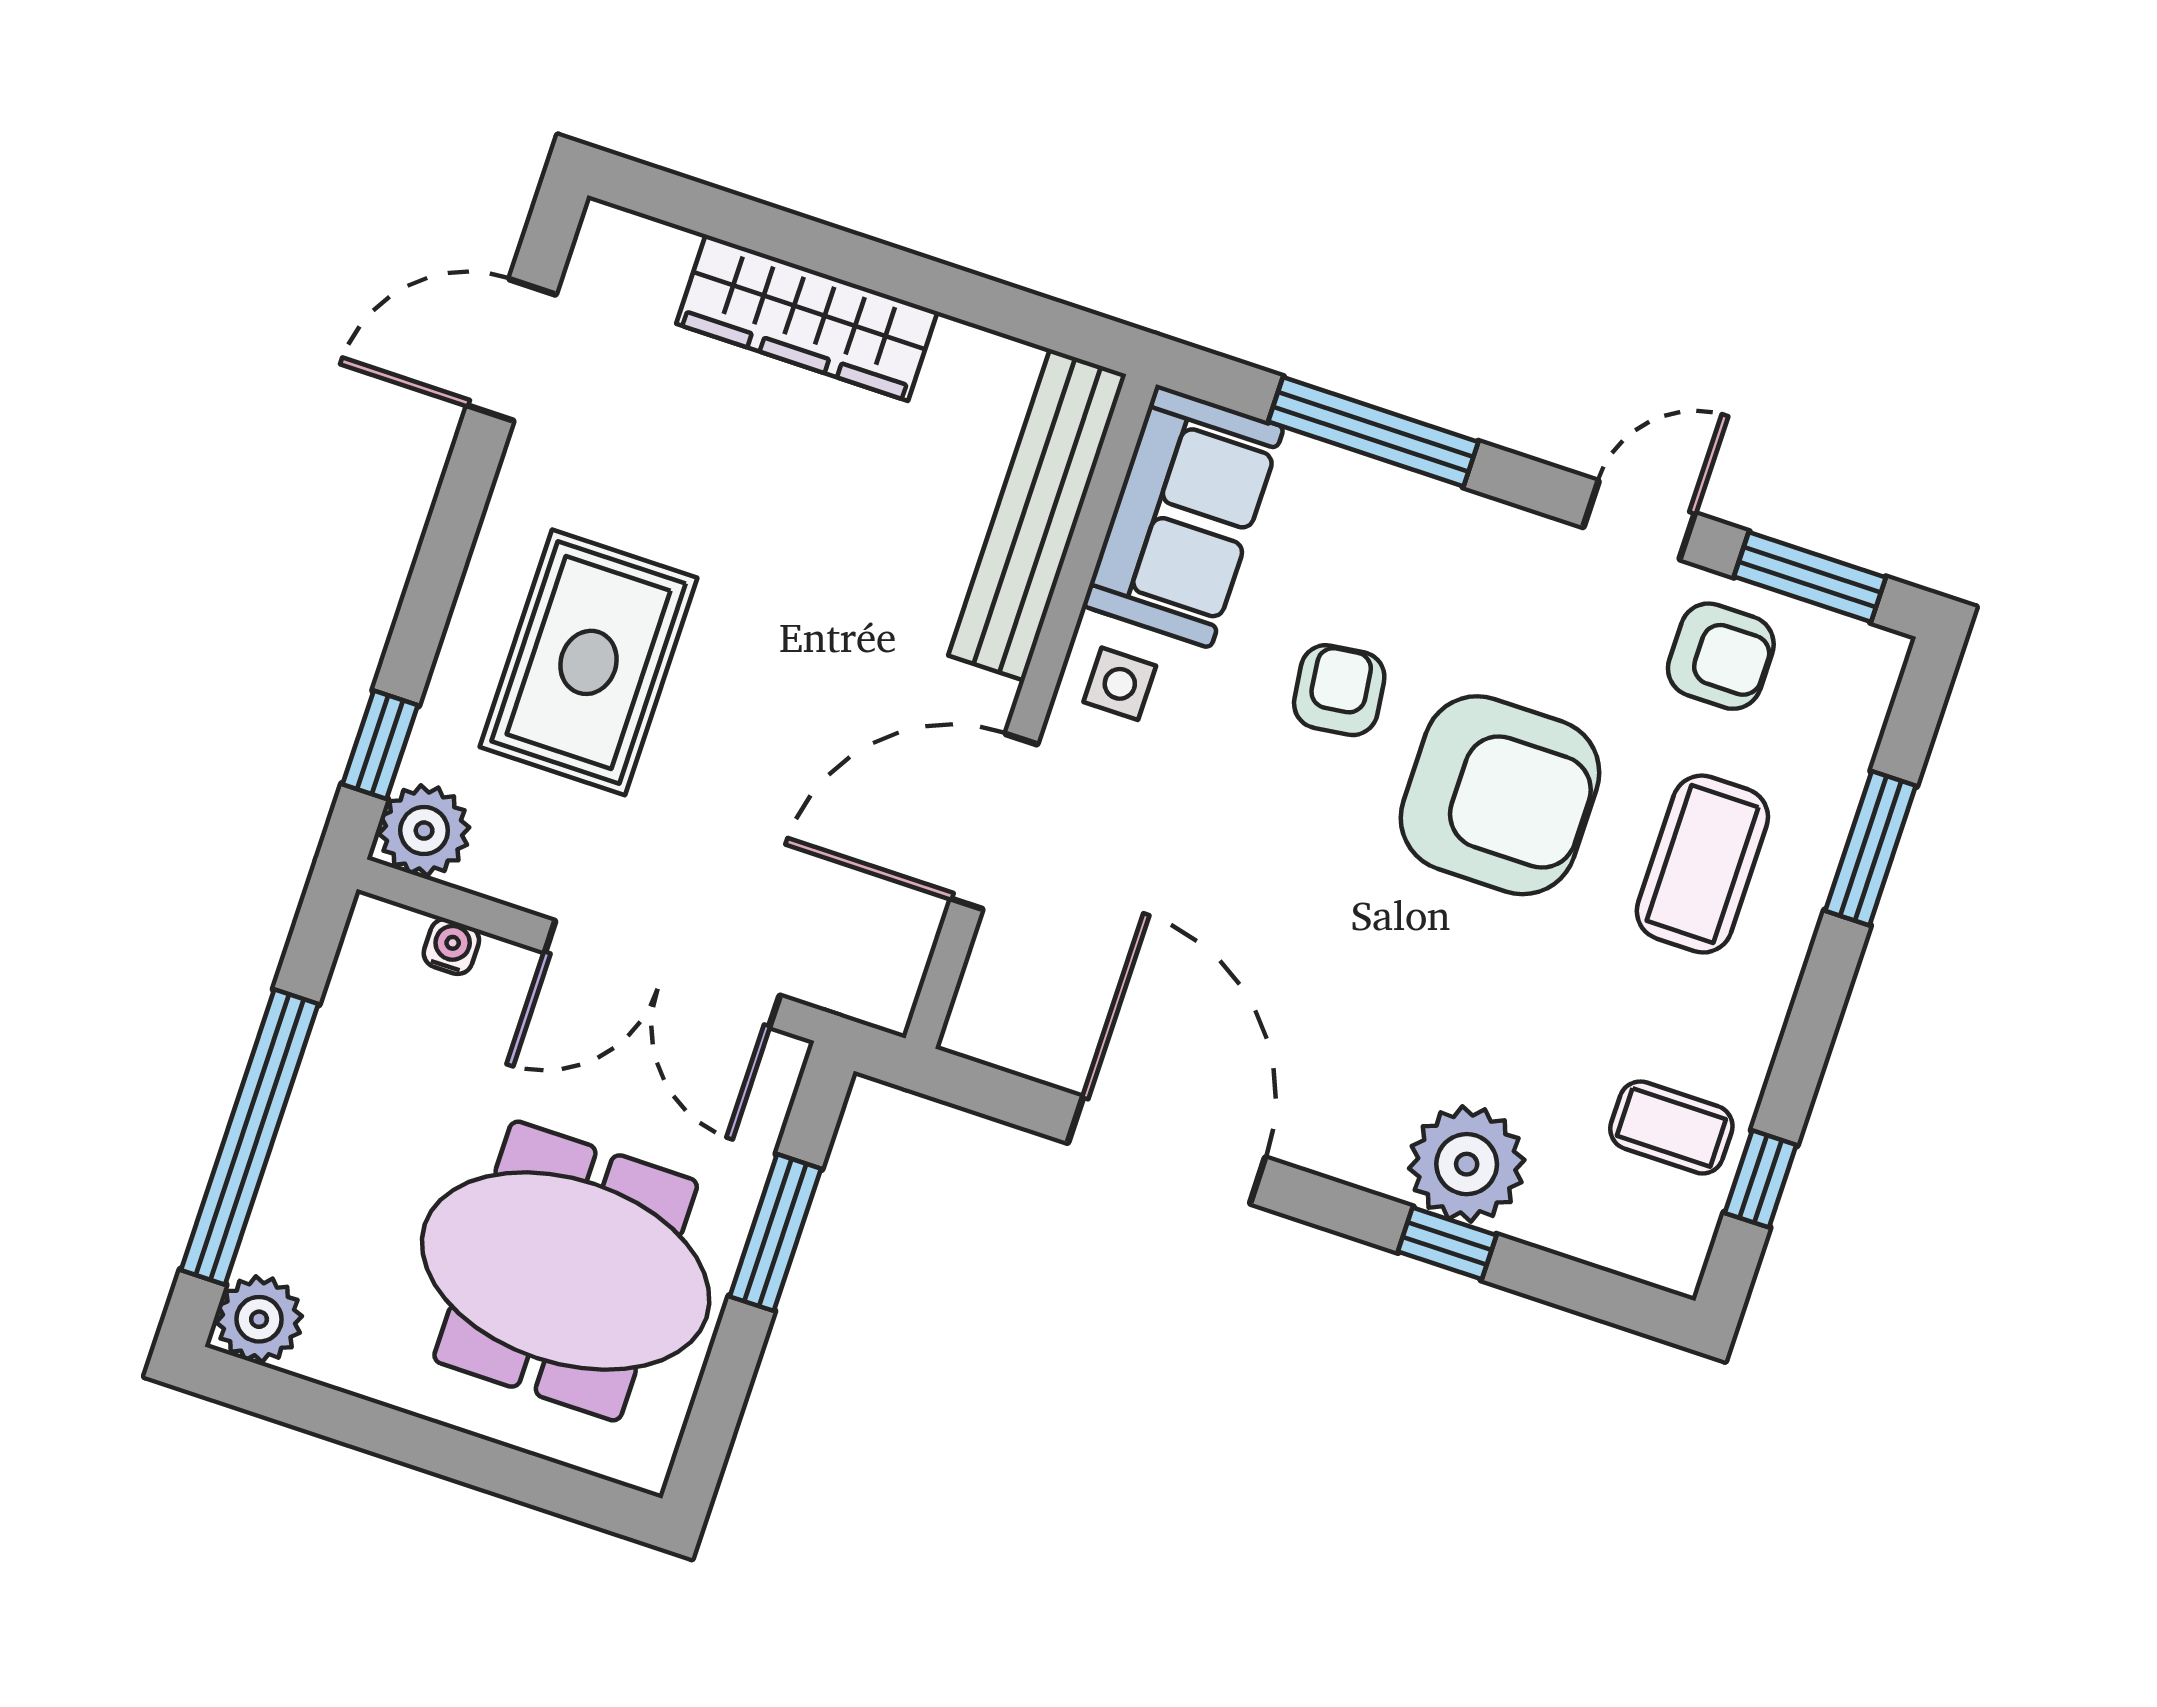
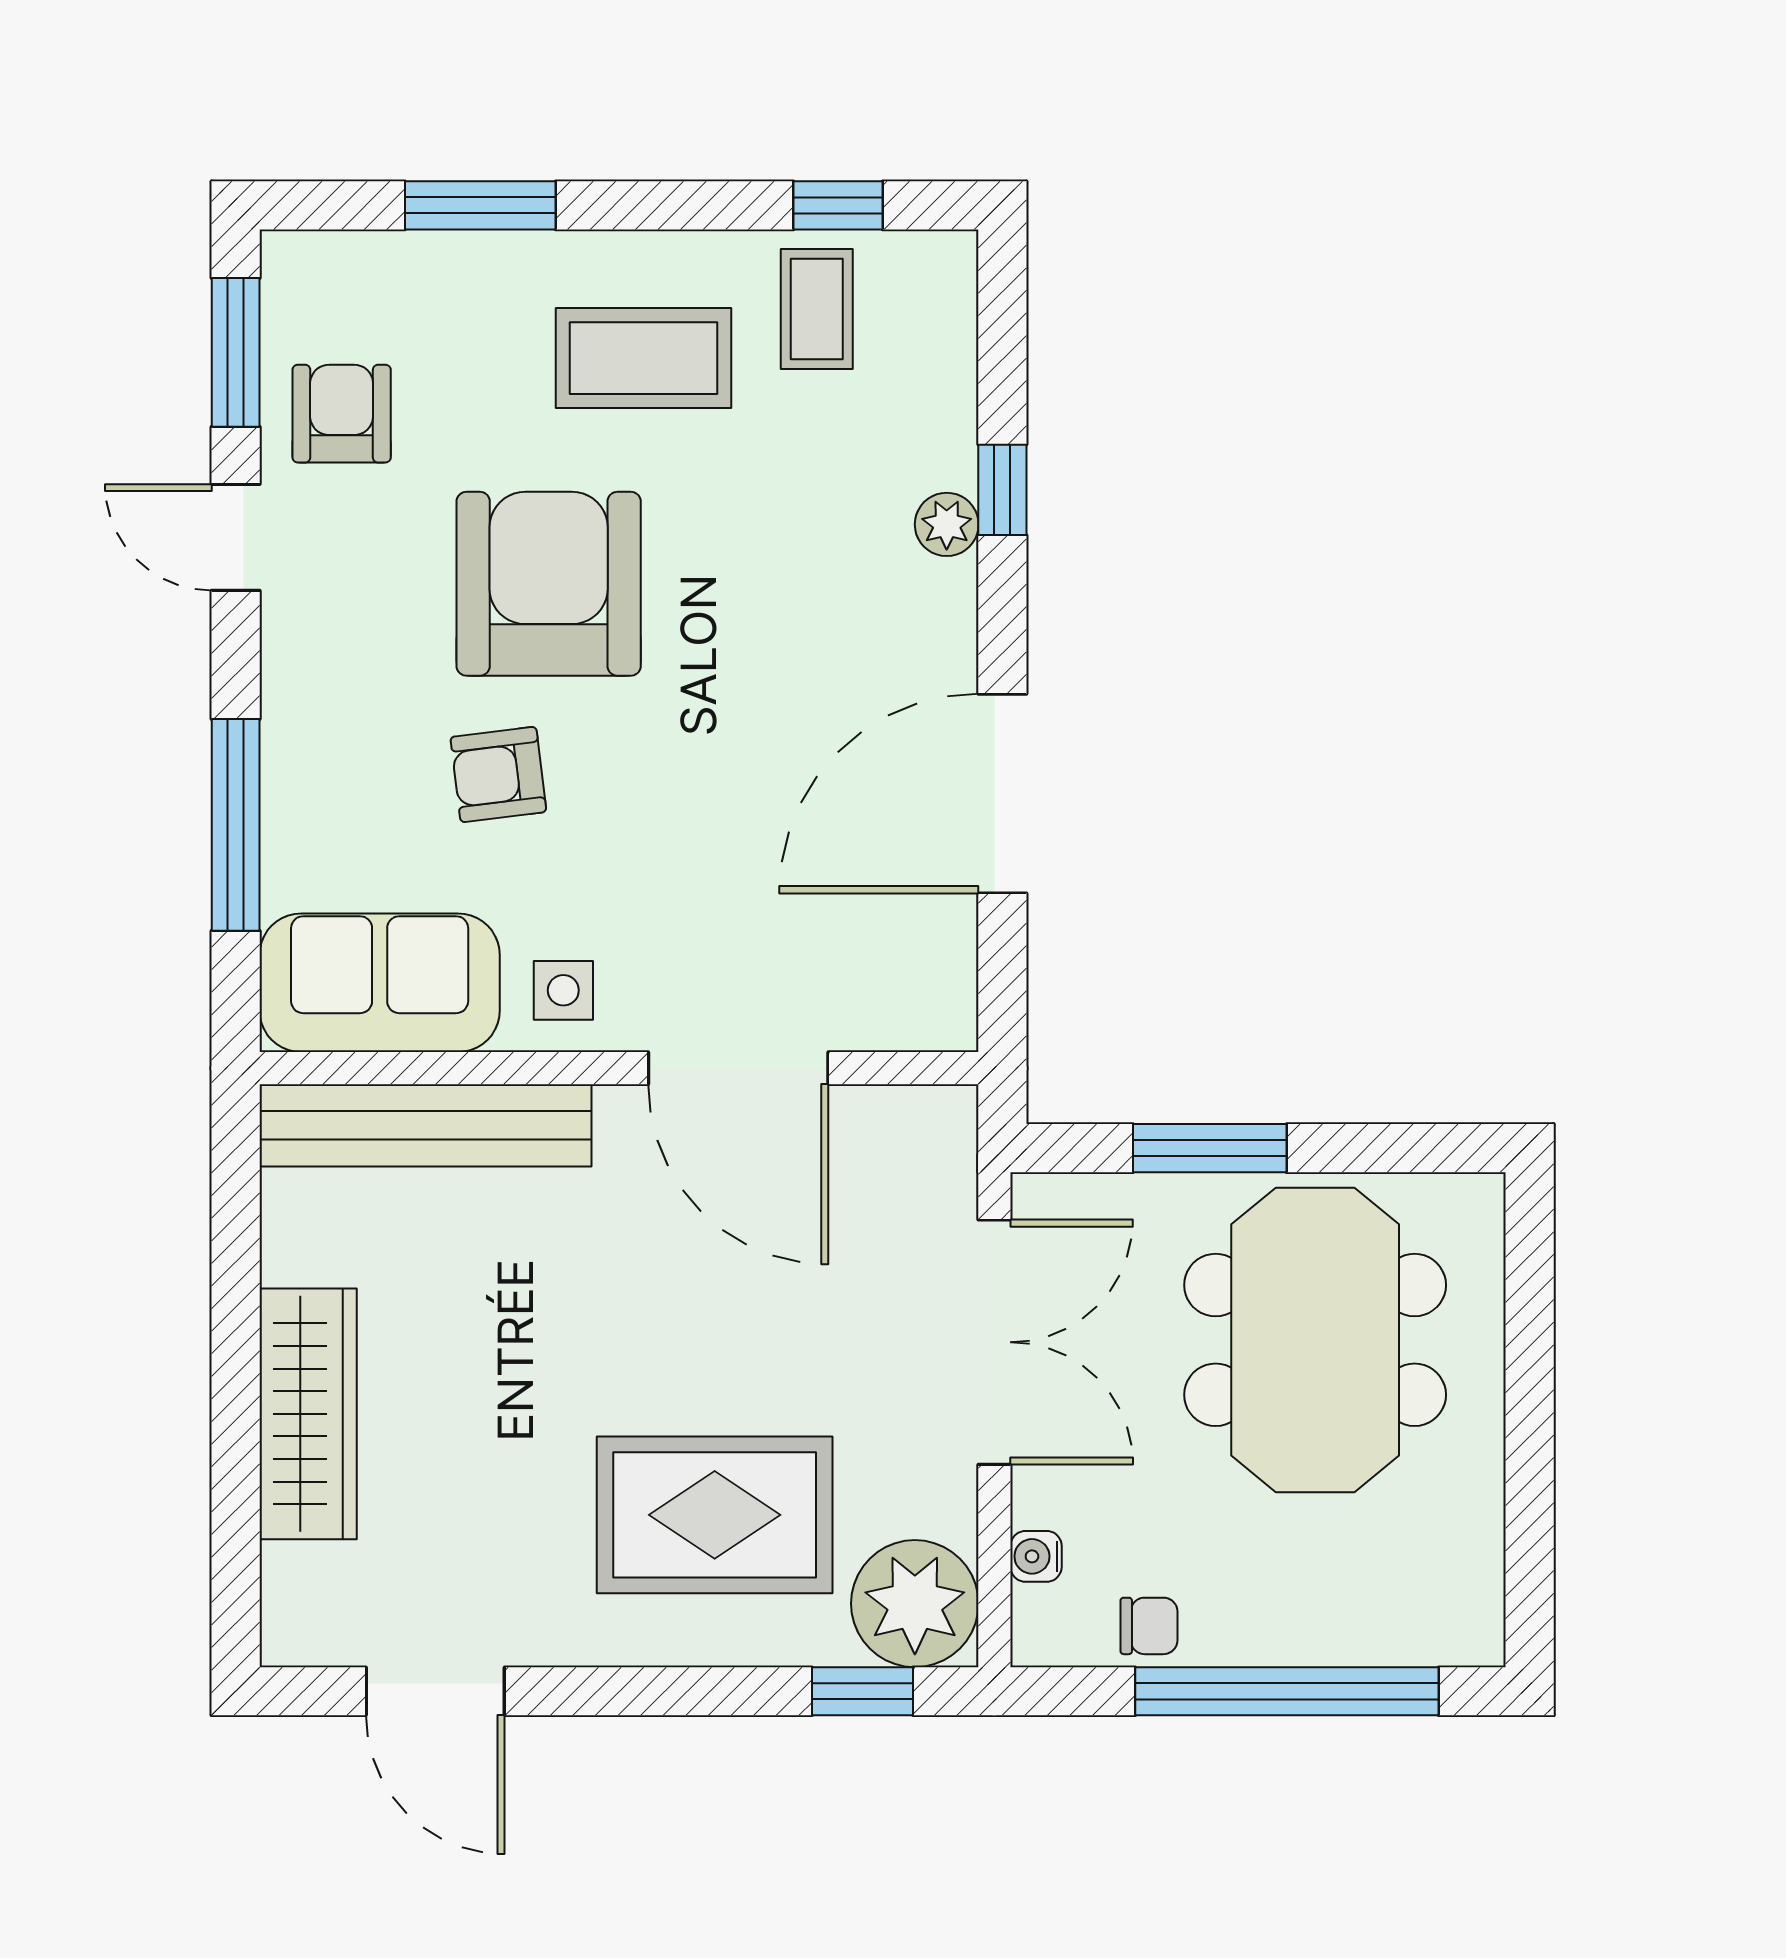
plant: (424, 831) -> (915, 1604), width x1.36, depth x1.36
coffee table: (1702, 864) -> (644, 358), moved
chair: (352, 1030) -> (1149, 1626), added
plant: (1467, 1164) -> (947, 524), width x0.53, depth x0.53
plant: (259, 1319) -> (1461, 1623), removed

